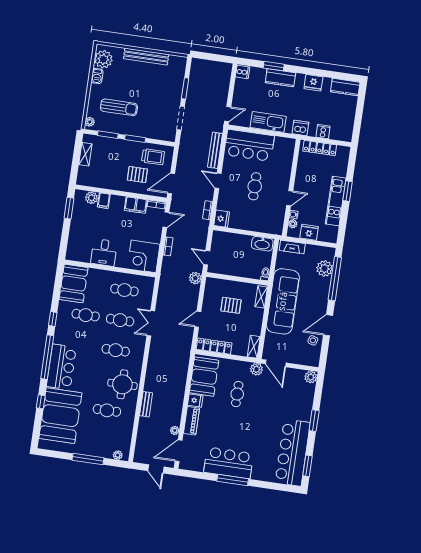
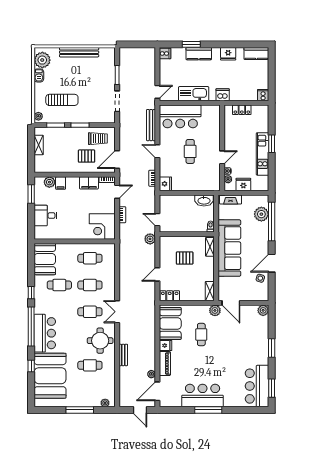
cooker: (323, 132) -> (263, 95), moved
locker: (320, 148) -> (242, 110), width x0.66
desk: (104, 252) -> (45, 216), moved, turned 90
double door: (151, 323) -> (117, 312), moved
locker: (214, 346) -> (170, 296), width x0.66
bar counter: (293, 453) -> (257, 386), width x0.73

